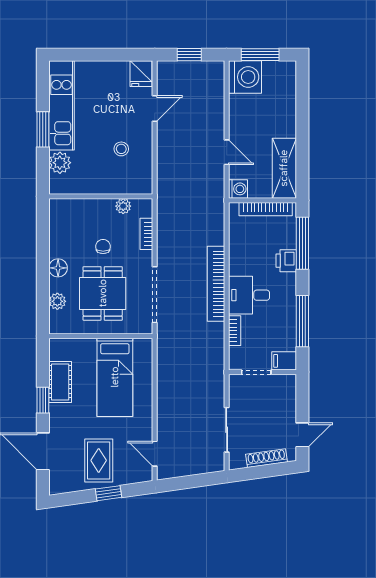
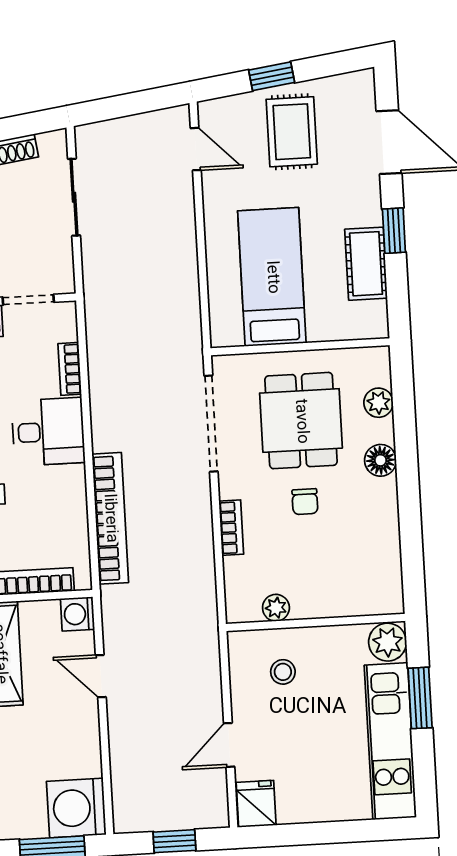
wall: (101, 196) -> (316, 622), moved
plant: (123, 206) -> (276, 608), moved
bookcase: (216, 284) -> (110, 518), moved

